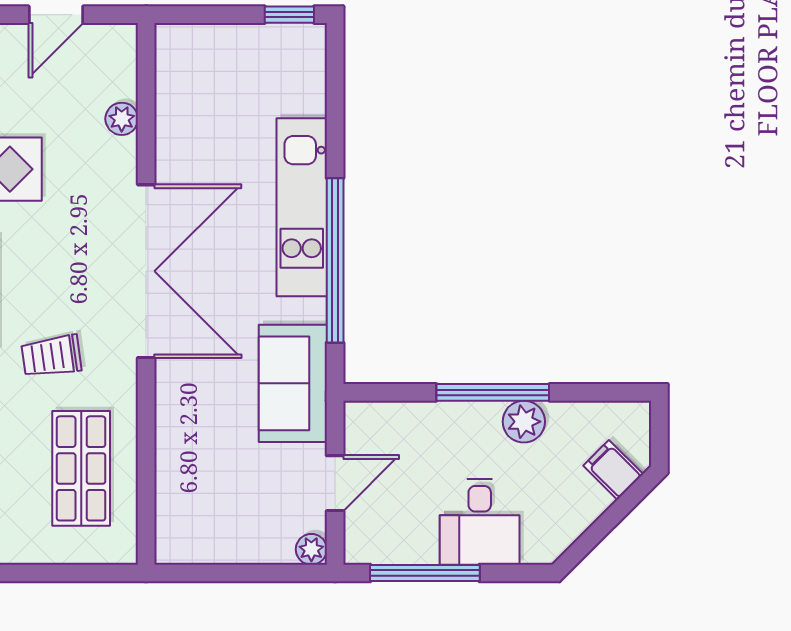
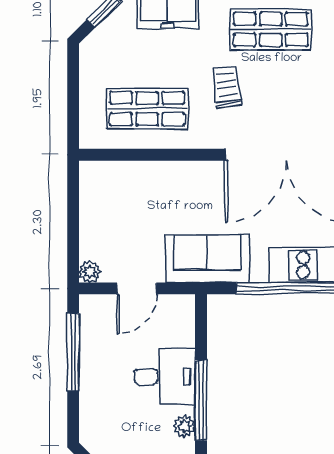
plant: (524, 422) -> (184, 426), width x0.73, depth x0.73
door: (335, 483) -> (137, 288), hinge flipped
desk: (480, 522) -> (165, 377), moved, turned 180

